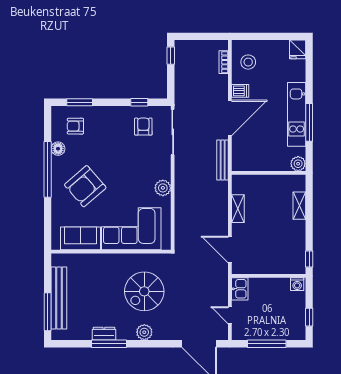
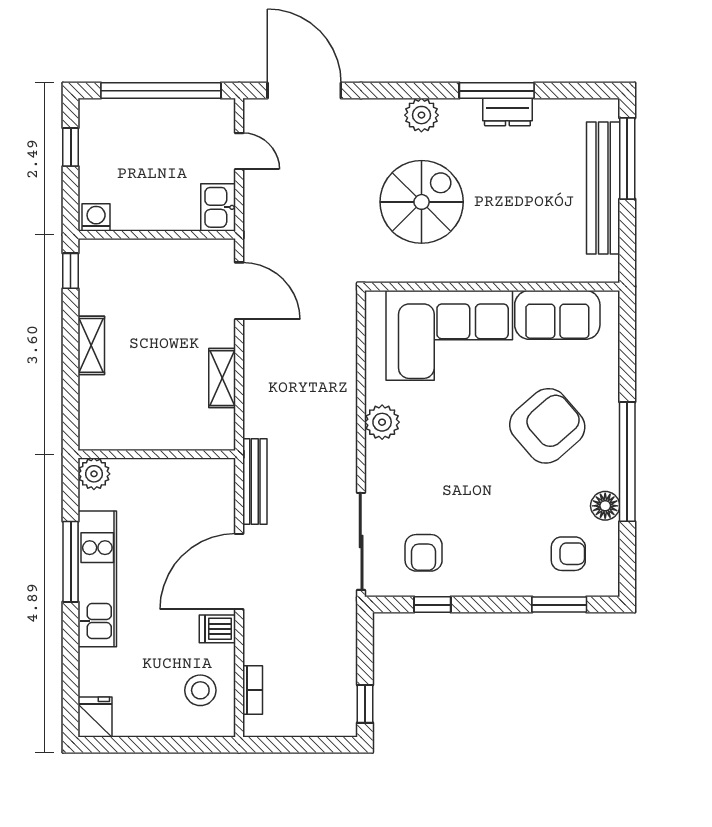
shelving: (299, 206) -> (91, 345), moved
window: (267, 344) -> (161, 91), width x1.46

